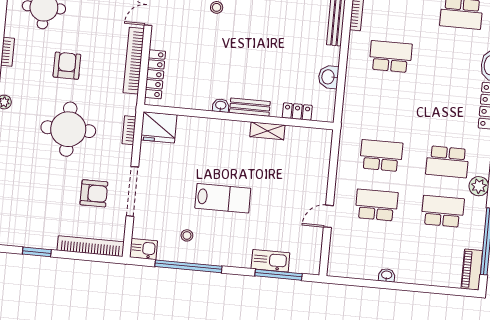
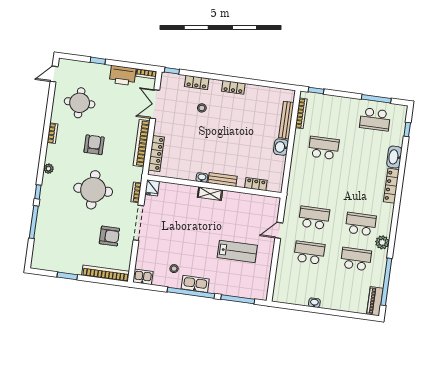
washbasin: (329, 77) -> (281, 147), moved
fridge: (159, 127) -> (152, 188), width x0.53, depth x0.75
shelving: (267, 131) -> (210, 194), moved
school desk: (447, 162) -> (361, 224), turned 180
doorway: (132, 191) -> (138, 223), moved
lab bench: (223, 198) -> (237, 251), moved
door: (328, 216) -> (279, 230), moved
kitchen sink: (270, 261) -> (195, 284), moved
window: (188, 266) -> (191, 293), moved

